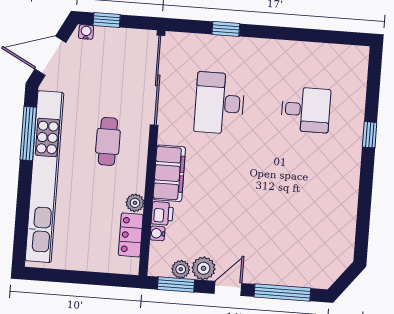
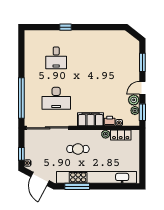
window: (226, 29) -> (21, 98), width x3.17
desk: (306, 110) -> (56, 58), turned 180
door: (228, 288) -> (142, 88), hinge flipped
window: (282, 293) -> (142, 62), width x0.69

